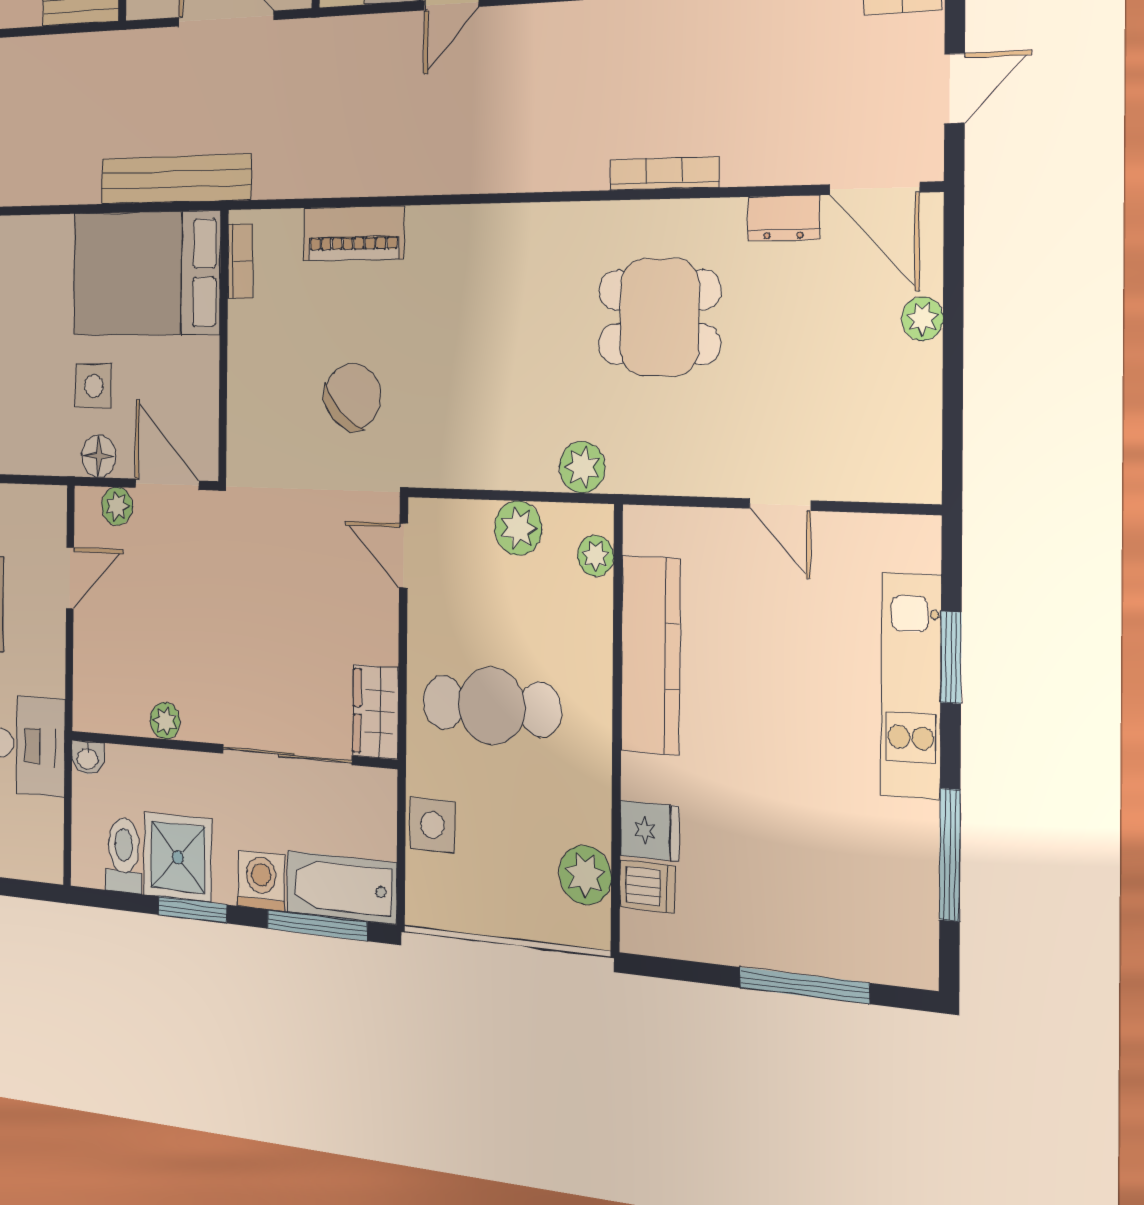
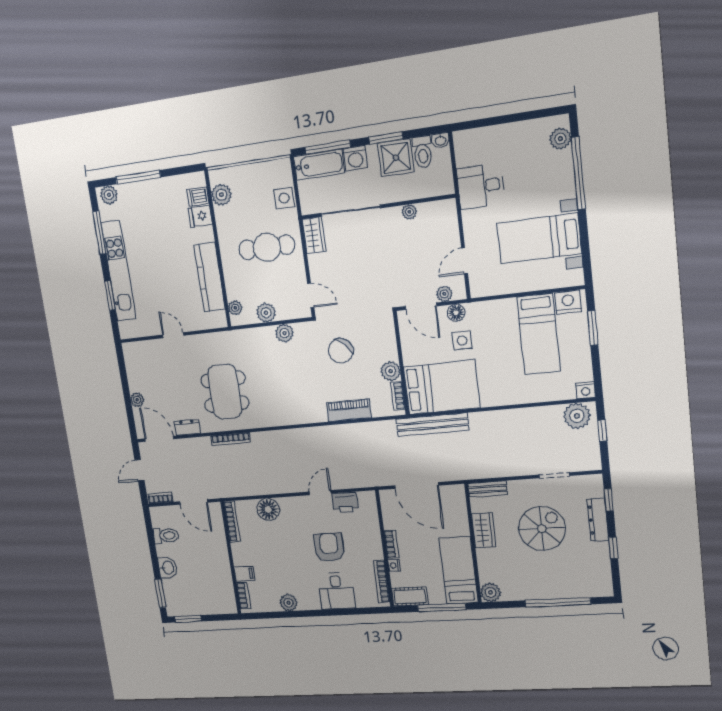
dining table: (659, 317) -> (225, 392), width x1.38
plant: (248, 328) -> (391, 371), added
plant: (582, 467) -> (284, 333), moved
kitchen unit: (911, 686) -> (119, 271), width x1.36
washbasin: (88, 758) -> (441, 140), moved, turned 180
plant: (900, 959) -> (109, 195), added

